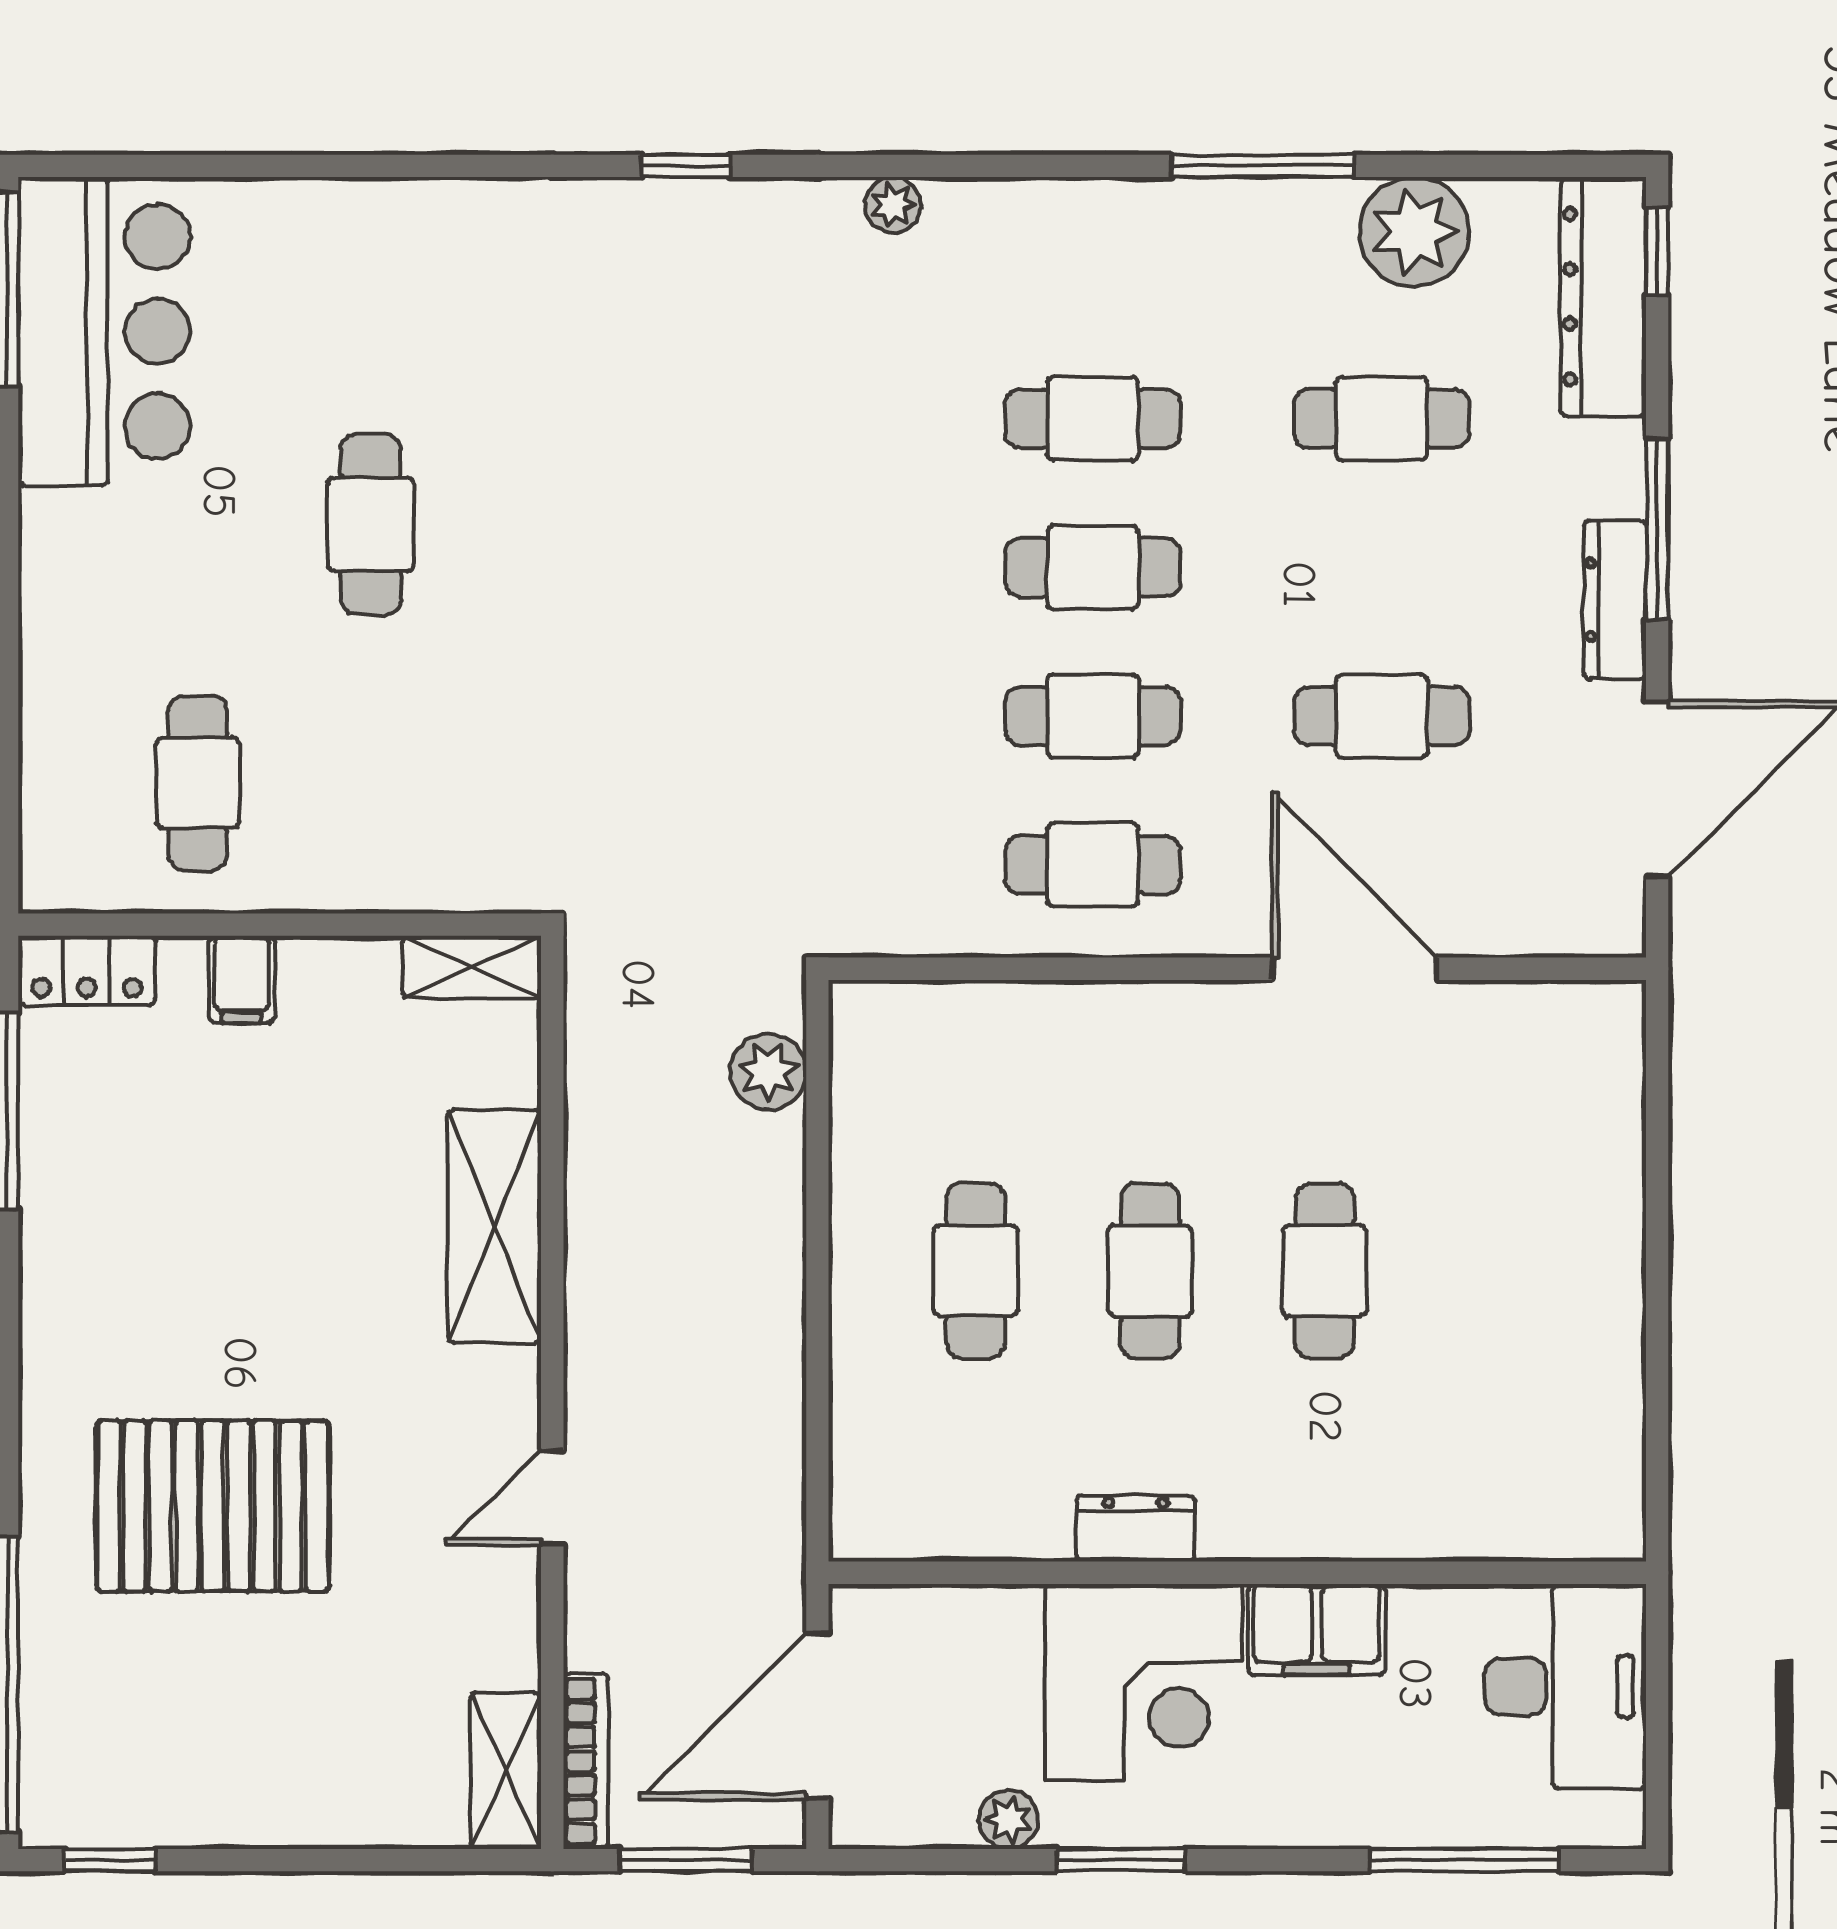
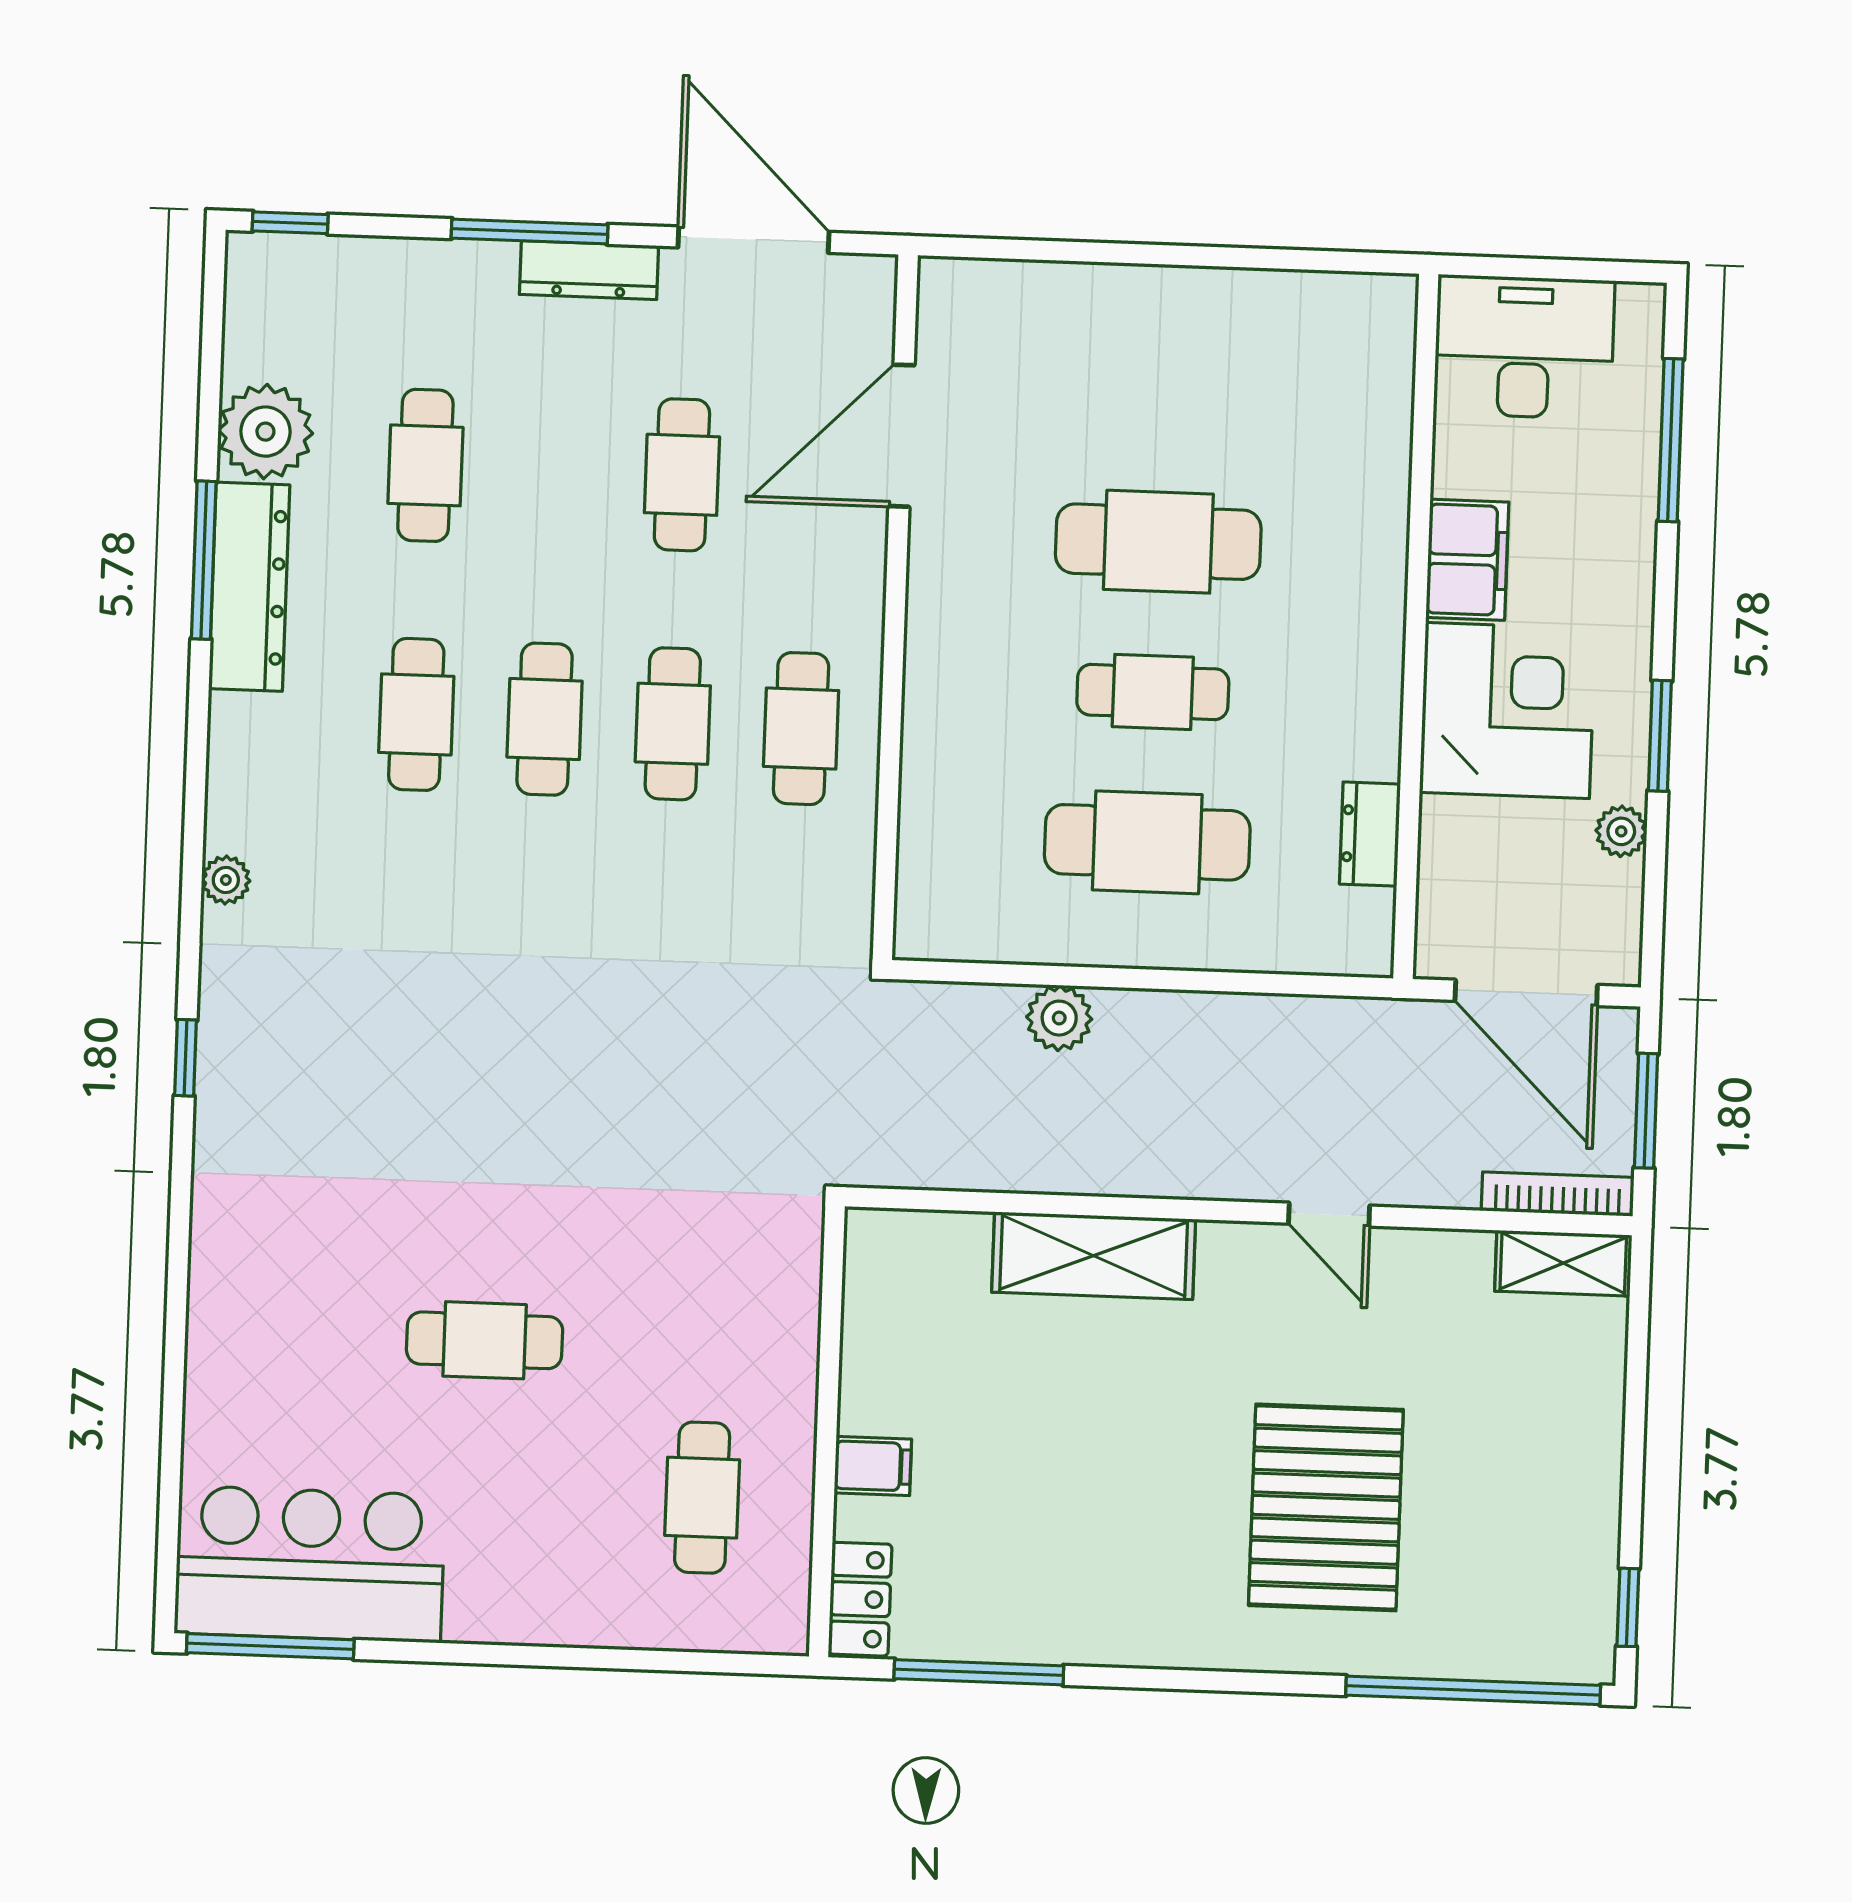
dresser: (1603, 297) -> (249, 587), moved, turned -90
cafe table: (198, 783) -> (702, 1498), turned 90
shelving: (472, 967) -> (869, 1267), removed
door: (1355, 969) -> (901, 436), moved
plant: (768, 1072) -> (1059, 1018), moved
cafe table: (976, 1271) -> (1147, 842), width x1.37, depth x1.35
cafe table: (1324, 1271) -> (1158, 542), width x1.37, depth x1.35
dresser: (1136, 1528) -> (1370, 834), moved

